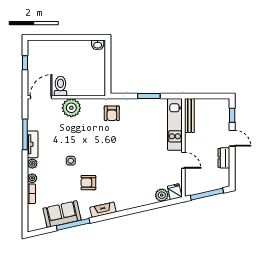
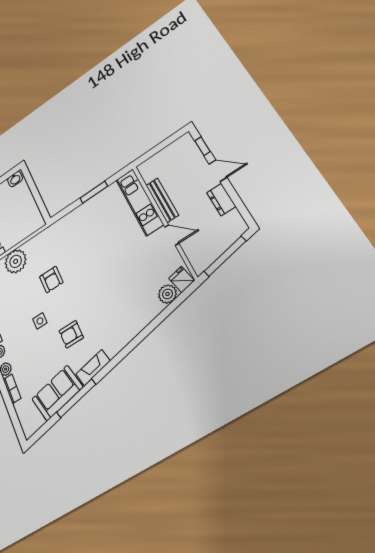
armchair: (112, 113) -> (51, 279), moved
bench: (189, 116) -> (162, 200), moved
fireplace: (103, 210) -> (93, 368), moved

